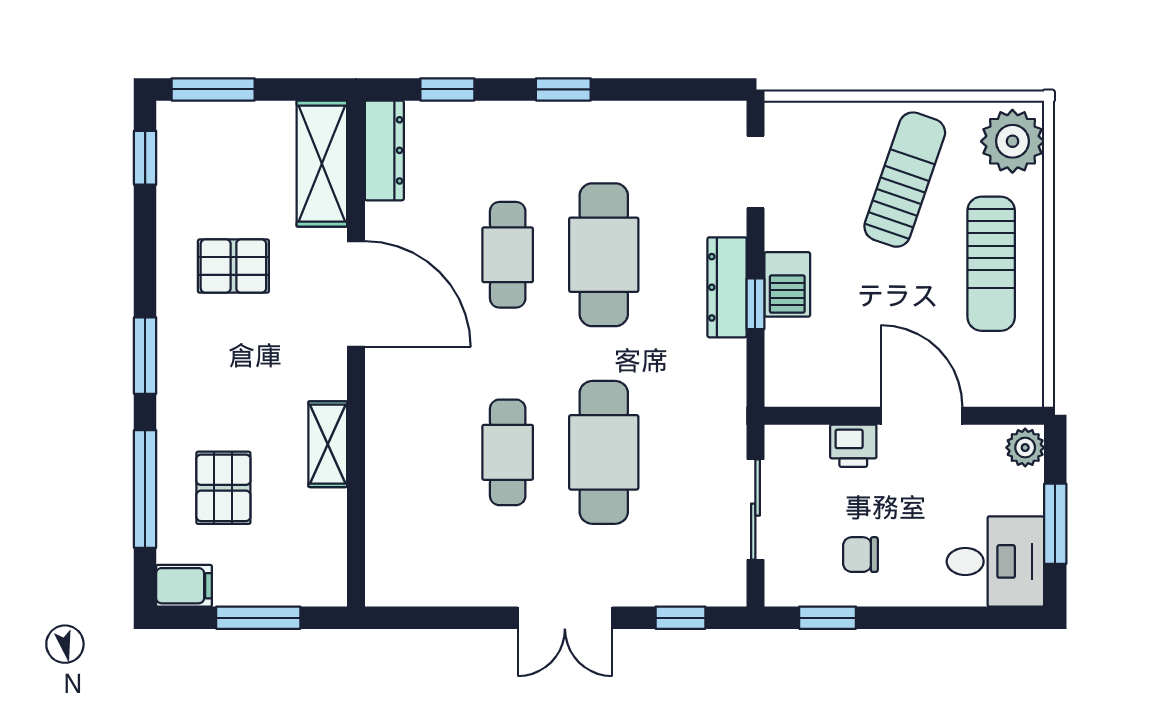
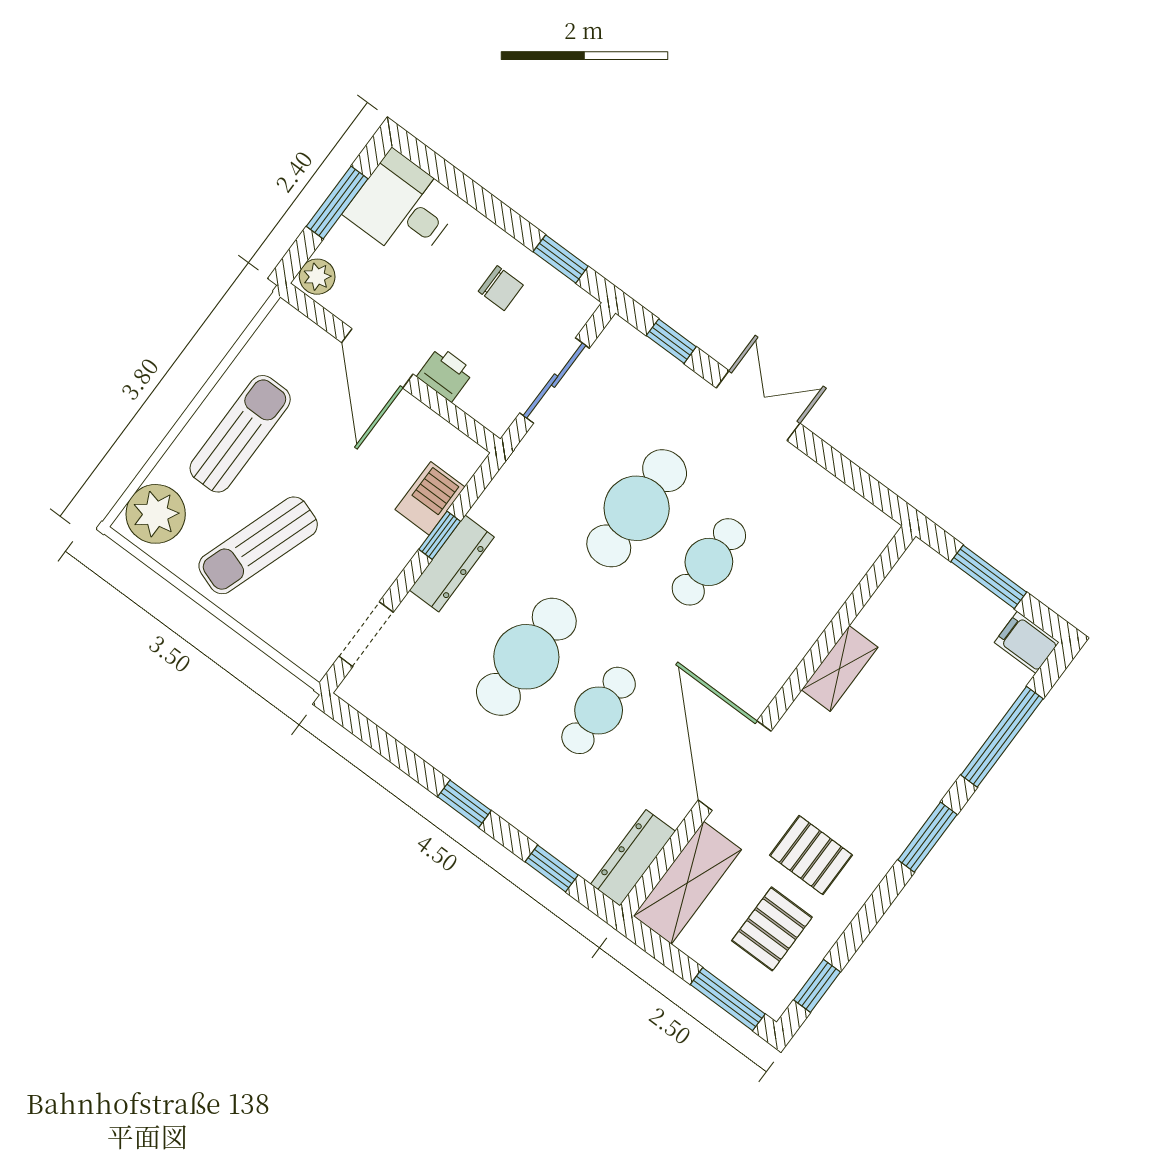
barbecue: (787, 284) -> (430, 498), moved
pallet: (223, 488) -> (772, 929), moved

